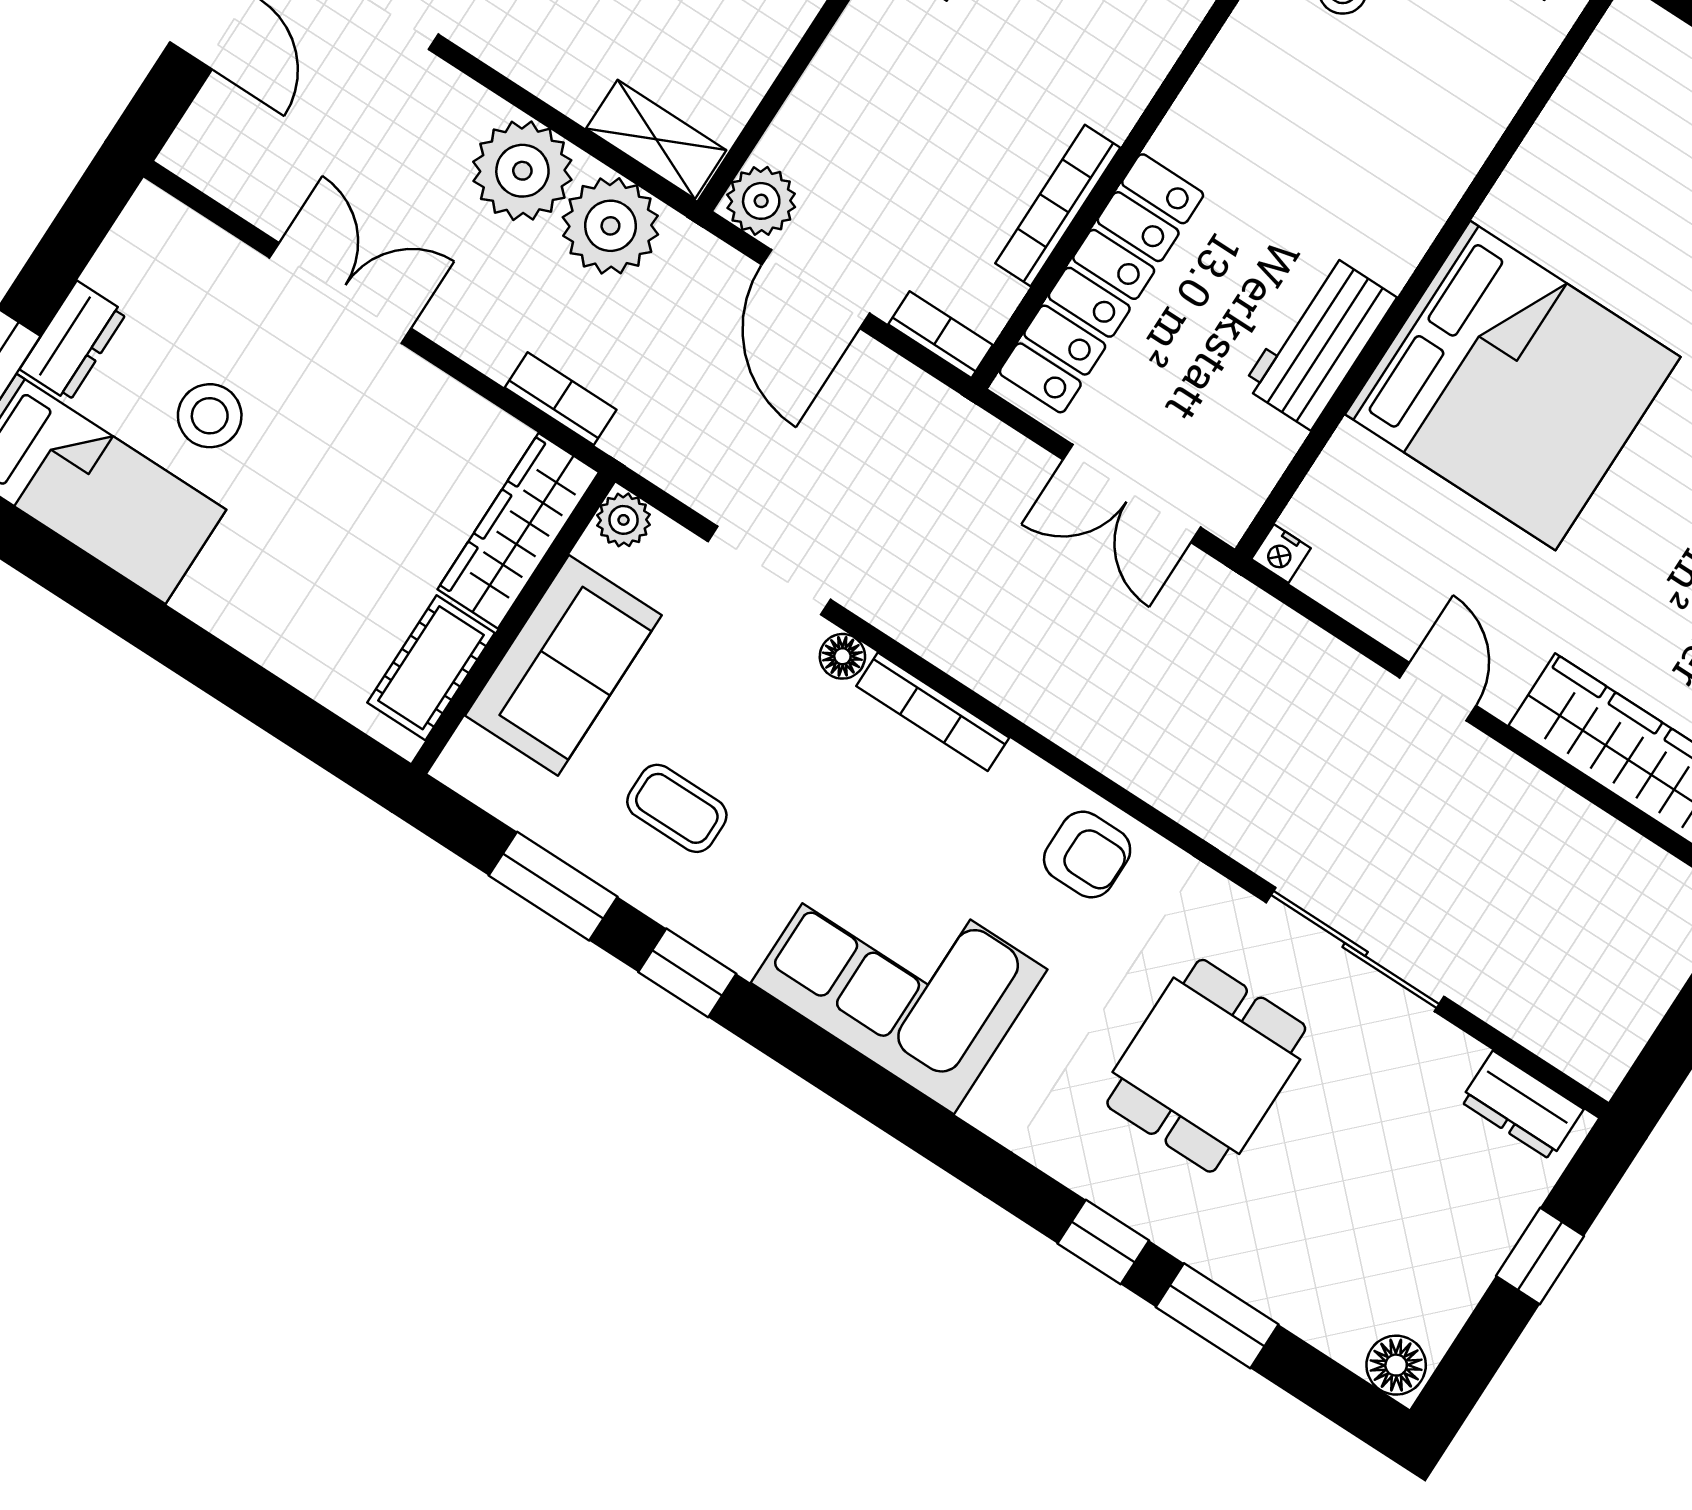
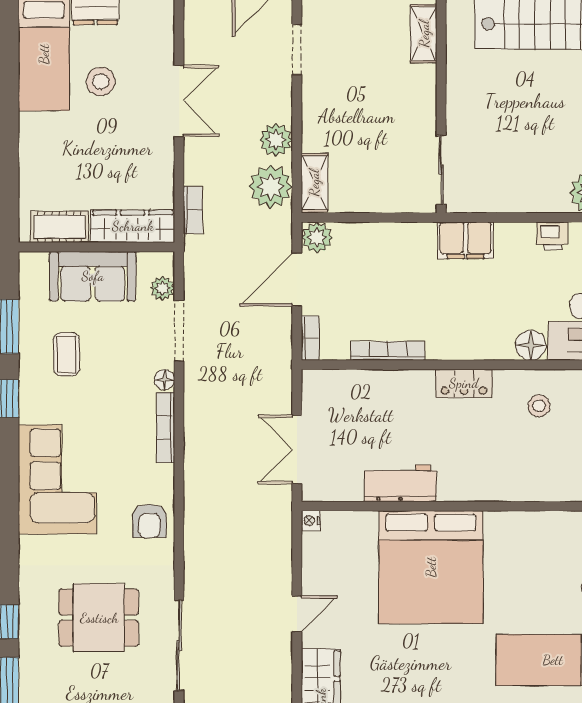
plant: (522, 171) -> (276, 140), width x0.73, depth x0.73
locker: (1101, 283) -> (464, 383), moved, width x0.46, depth x0.83
plant: (623, 520) -> (162, 288), moved

